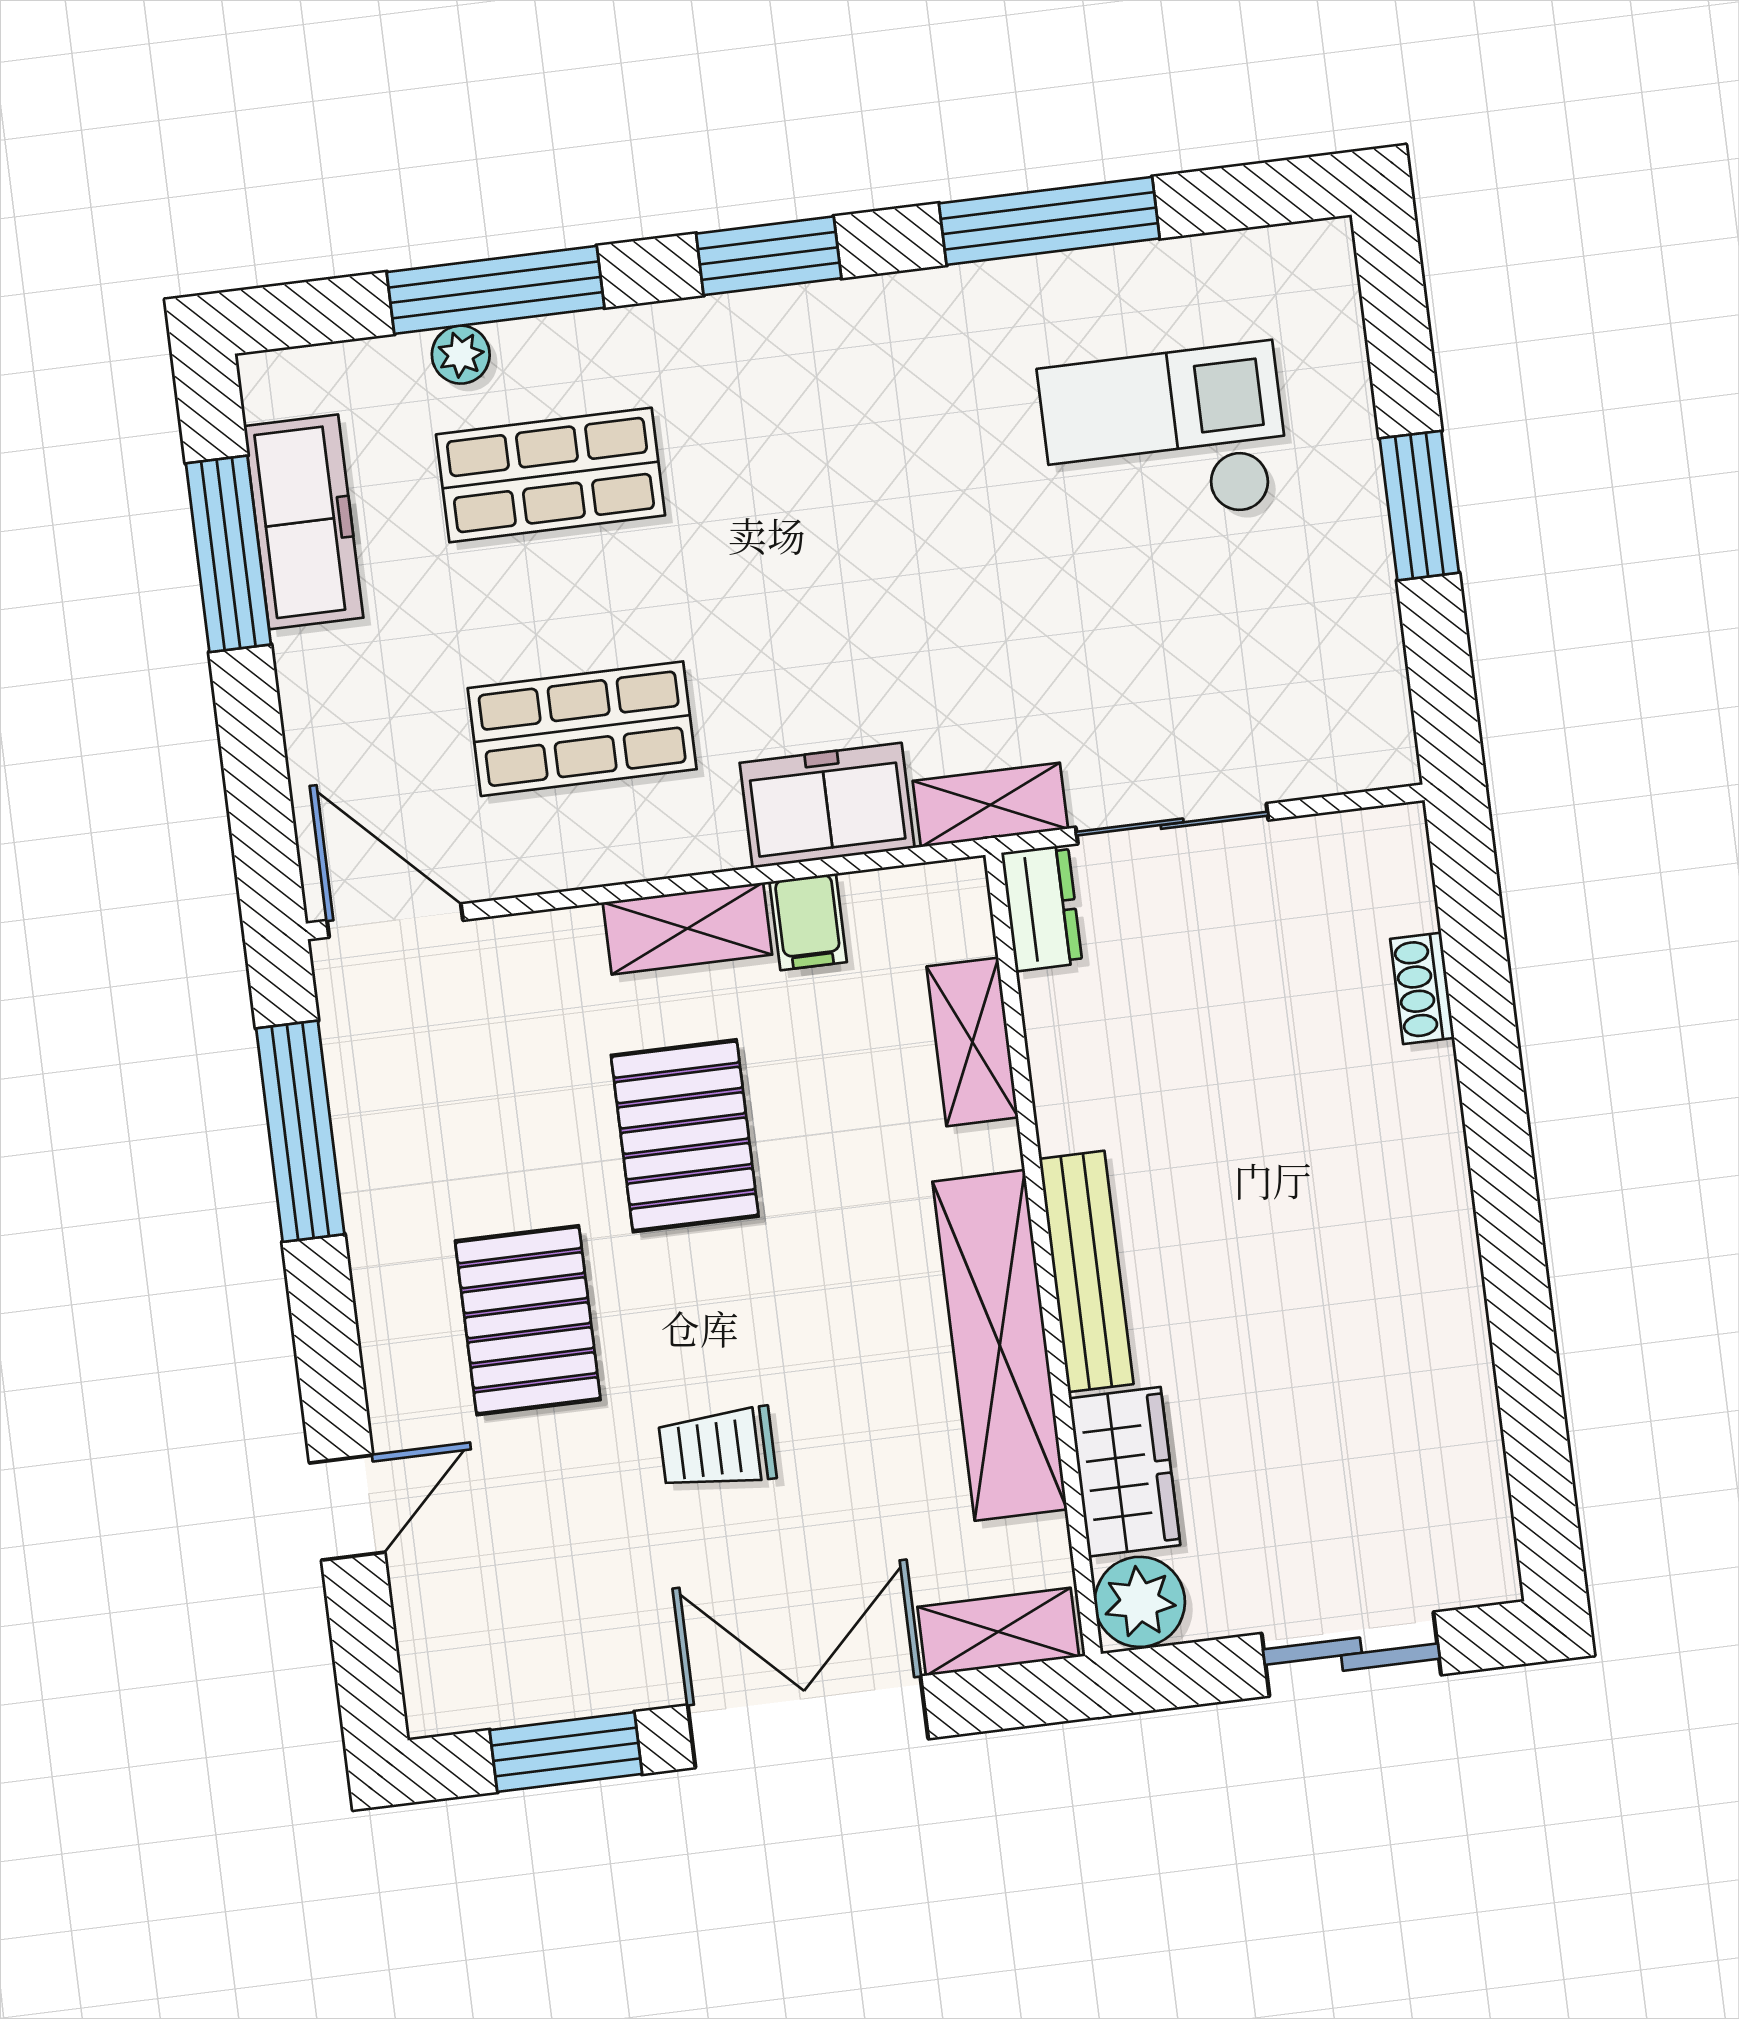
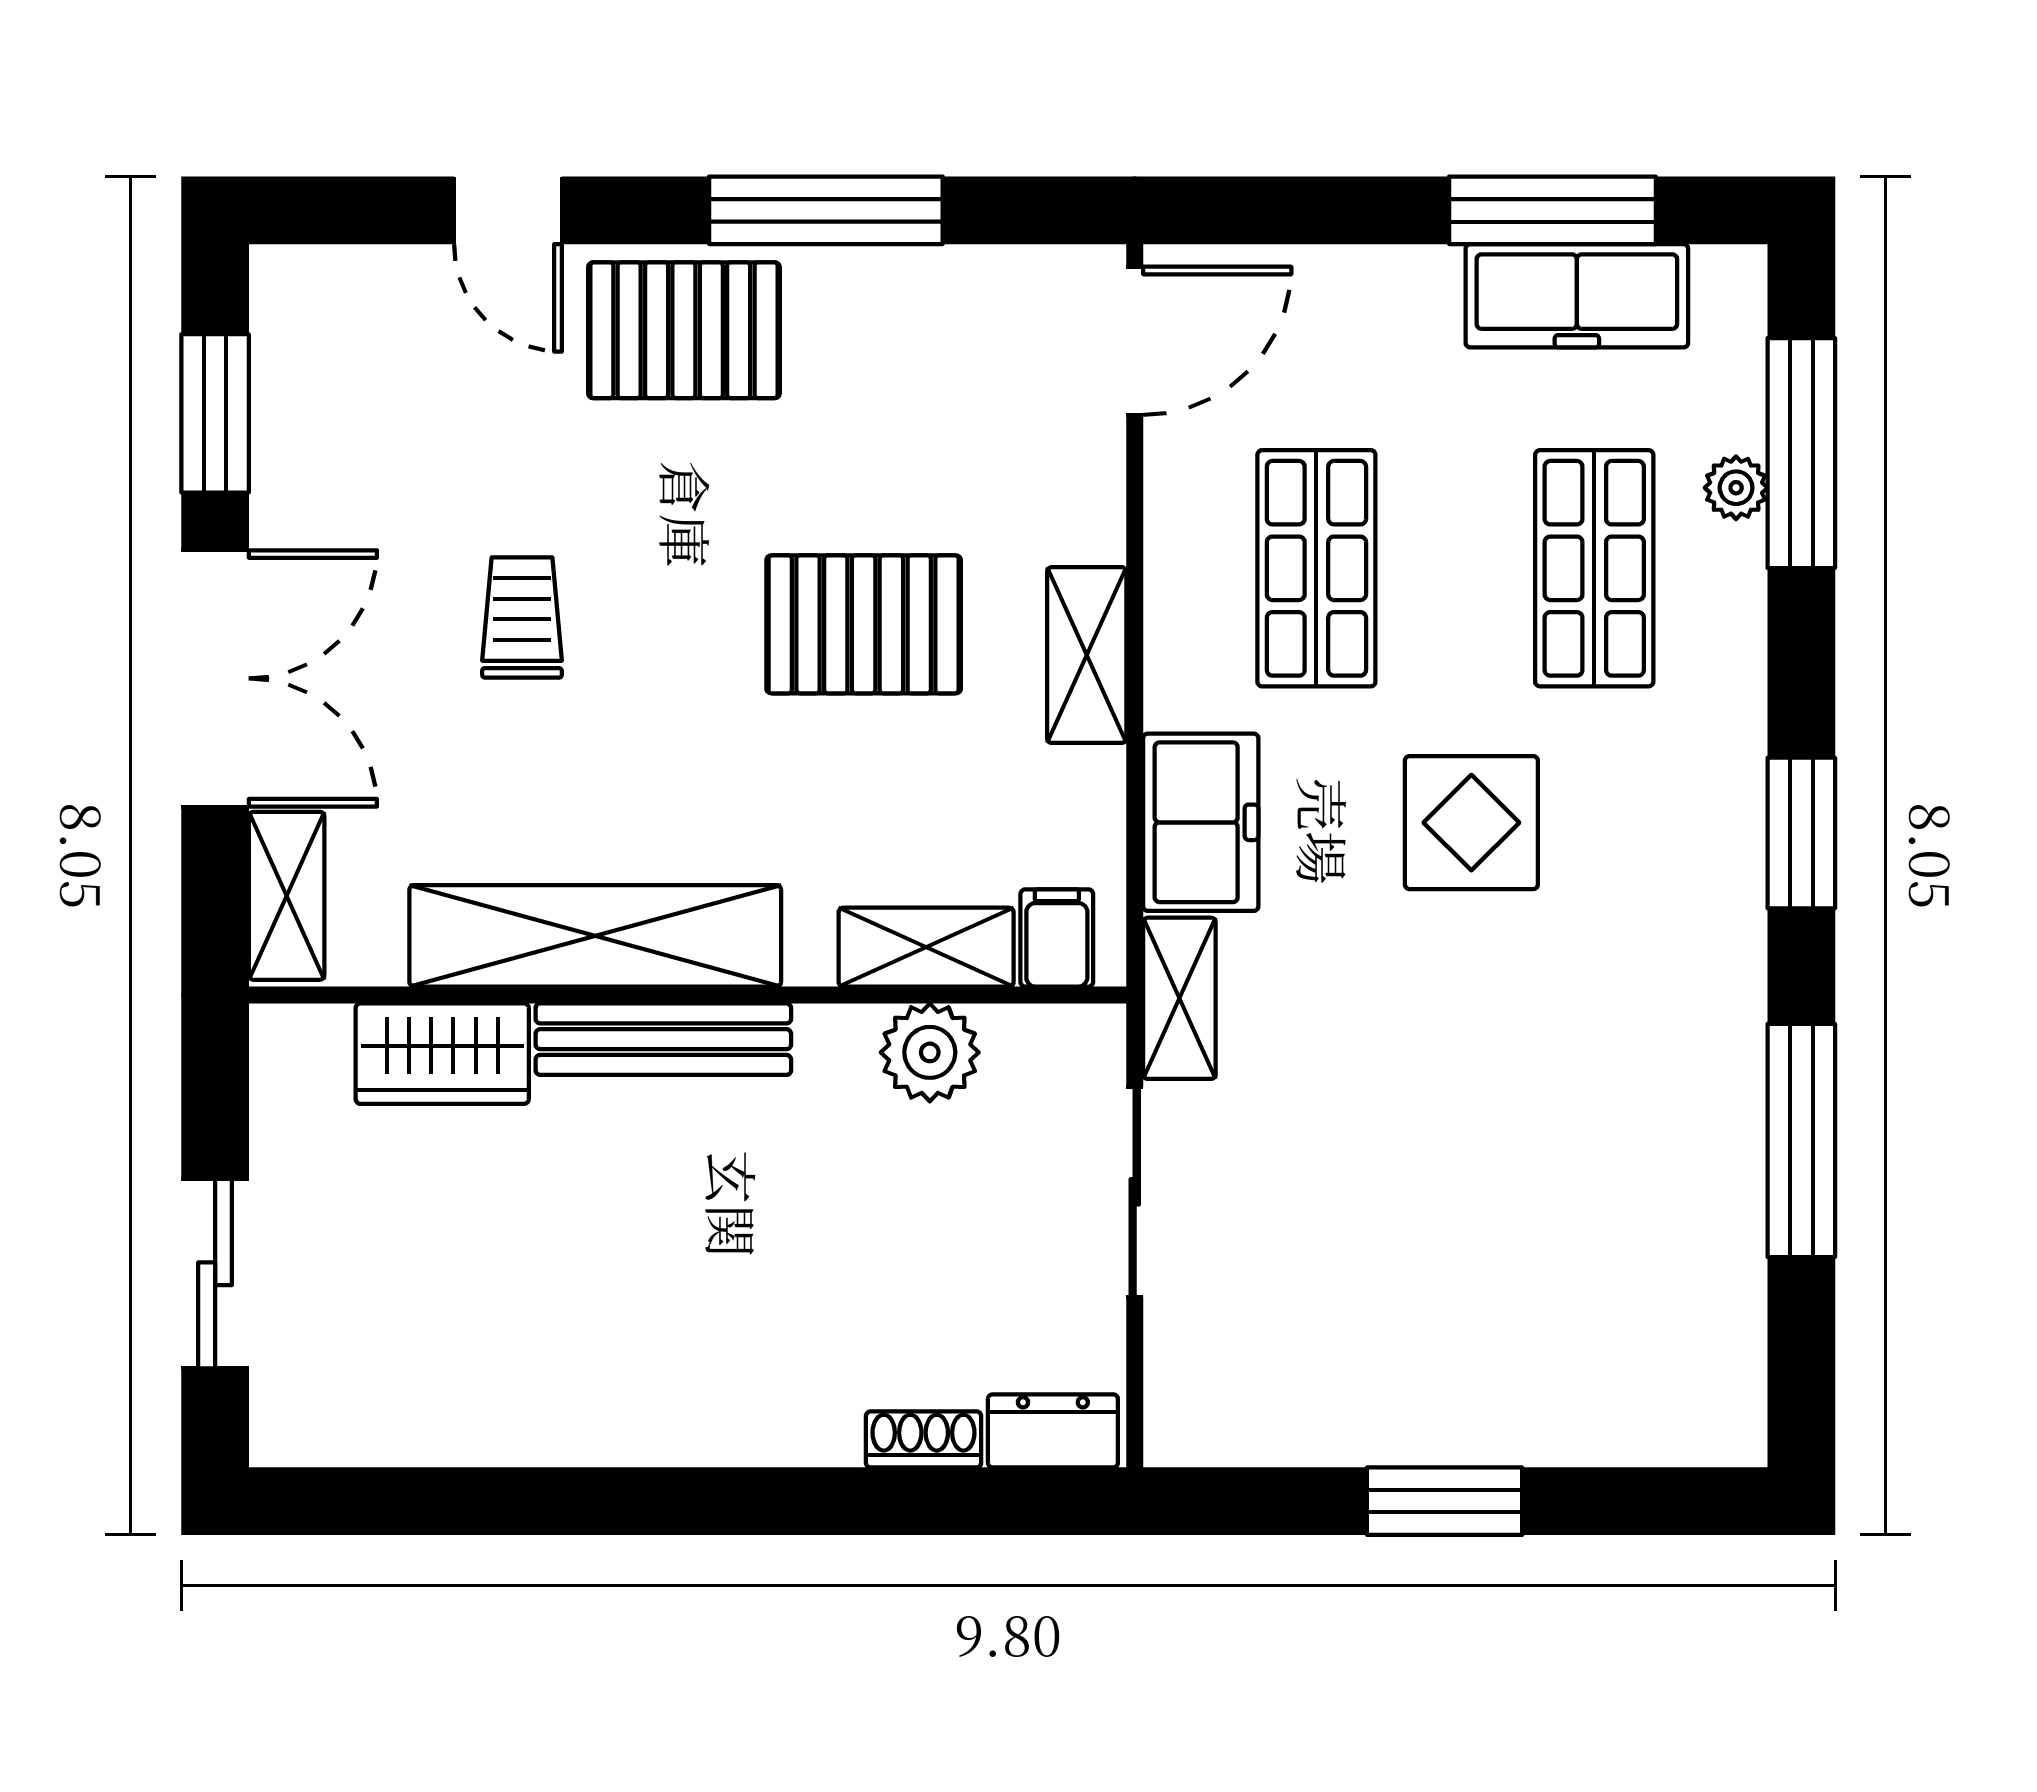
window: (495, 290) -> (1801, 453), moved
checkout: (1165, 437) -> (1553, 1236), removed
display table: (797, 558) -> (1471, 823), added
dresser: (1042, 908) -> (1053, 1431), moved, turned 180
filing cabinet: (808, 922) -> (1057, 938), moved, turned 90
window: (300, 1131) -> (826, 210), moved
pallet: (528, 1320) -> (684, 330), moved
plant: (1140, 1602) -> (930, 1052), moved

